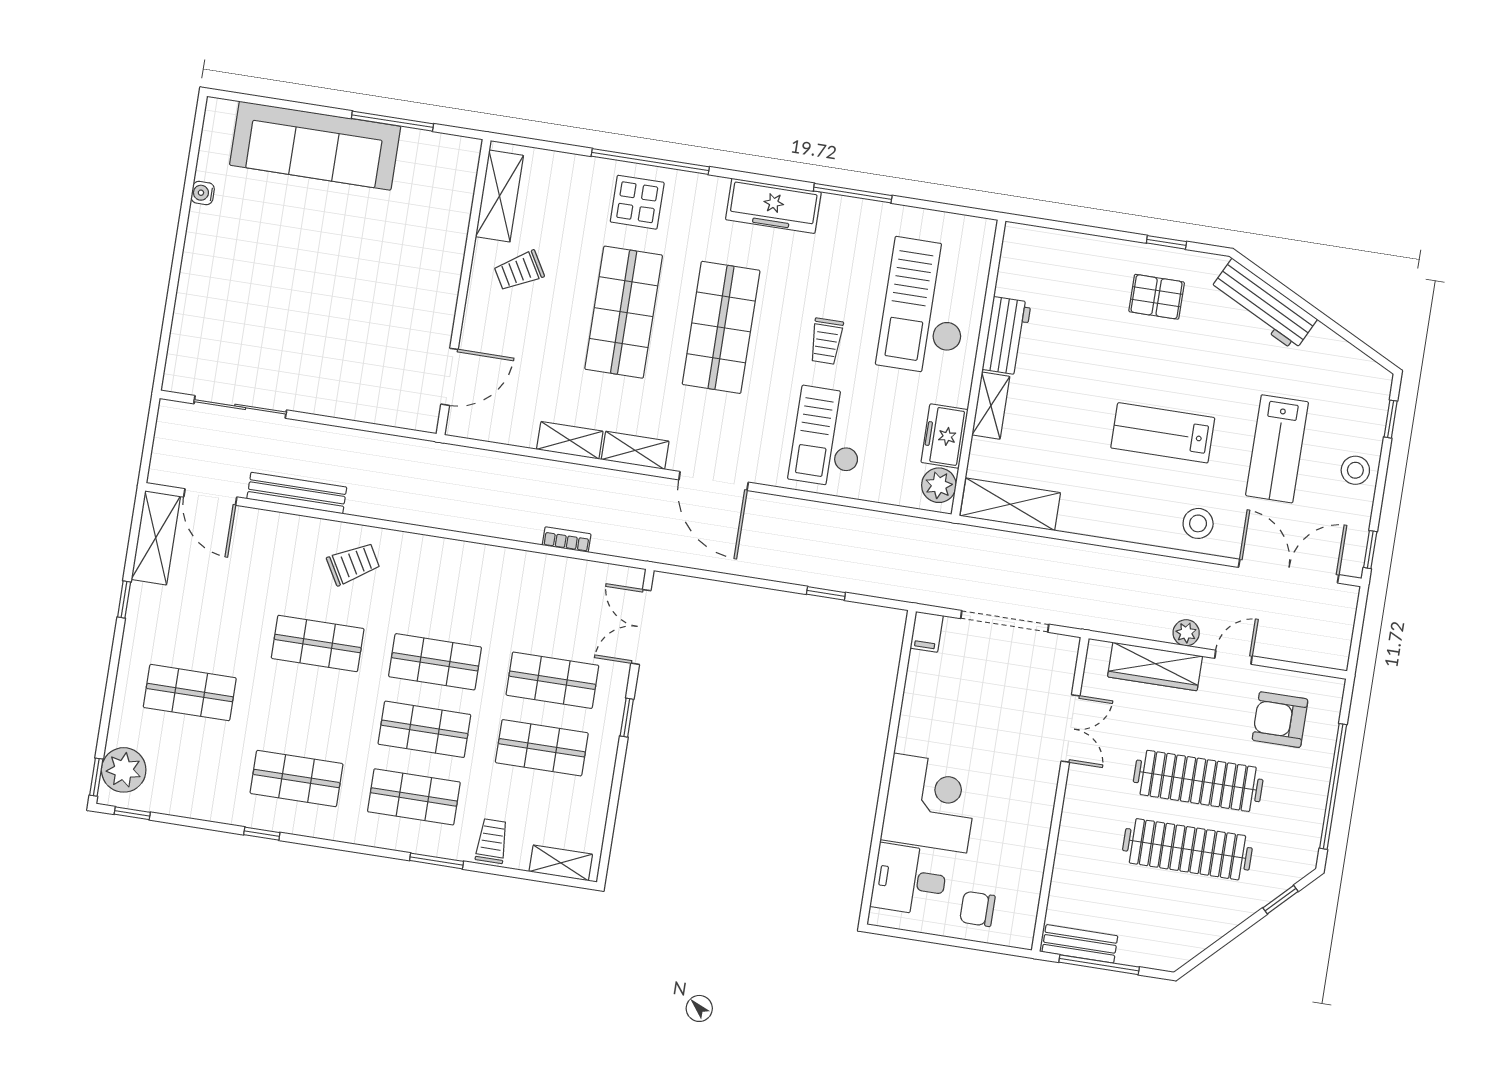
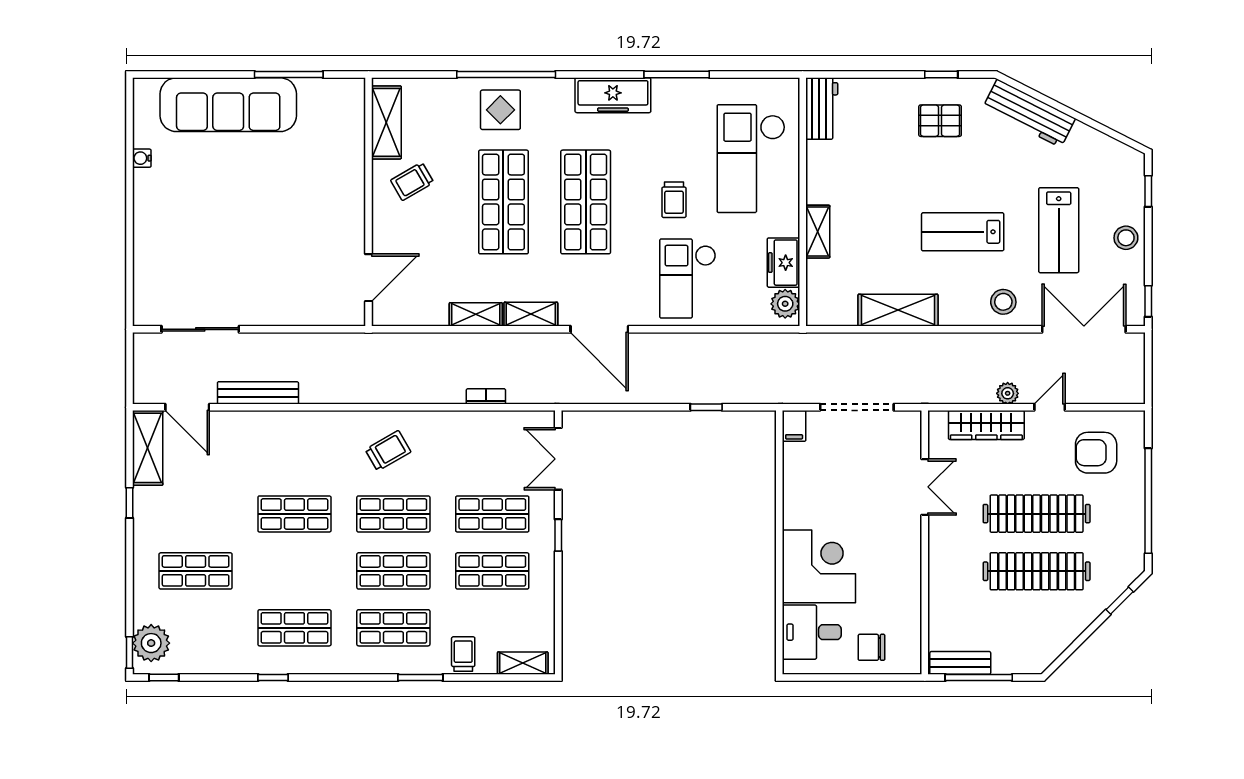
workbench: (1007, 336) -> (822, 109), moved
shelving: (1010, 504) -> (898, 310), moved
trolley: (353, 564) -> (388, 451), moved

